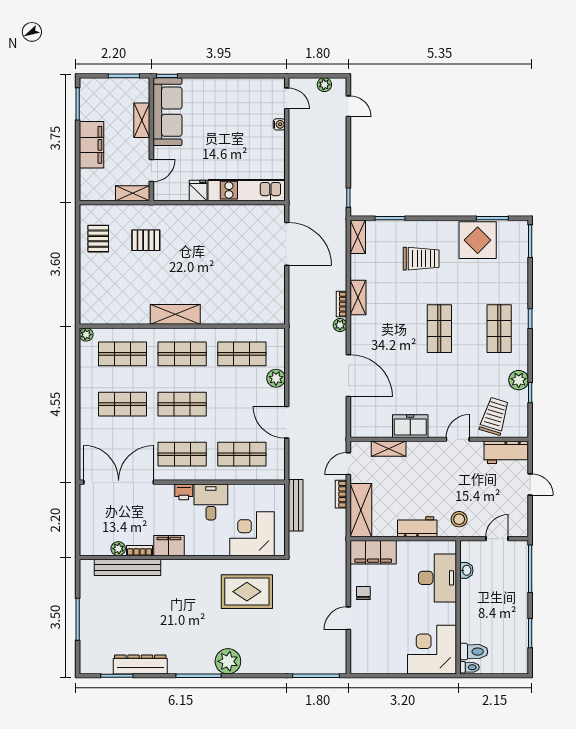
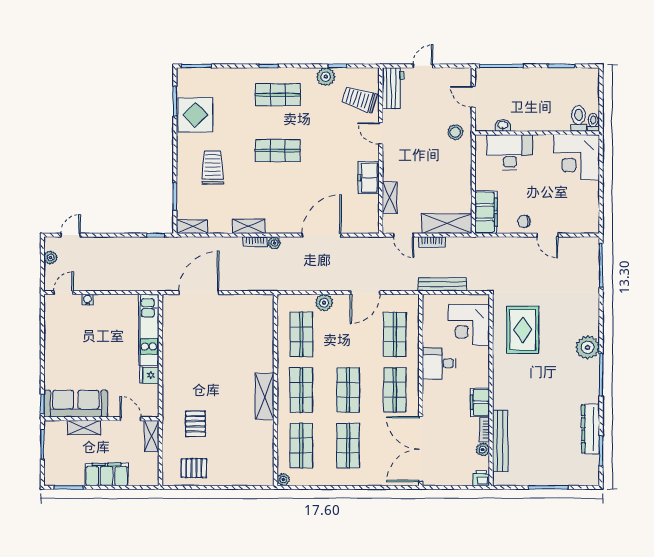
printer: (184, 492) -> (481, 478), moved, turned -90
workbench: (417, 527) -> (462, 171), removed

